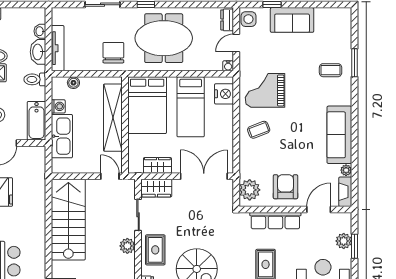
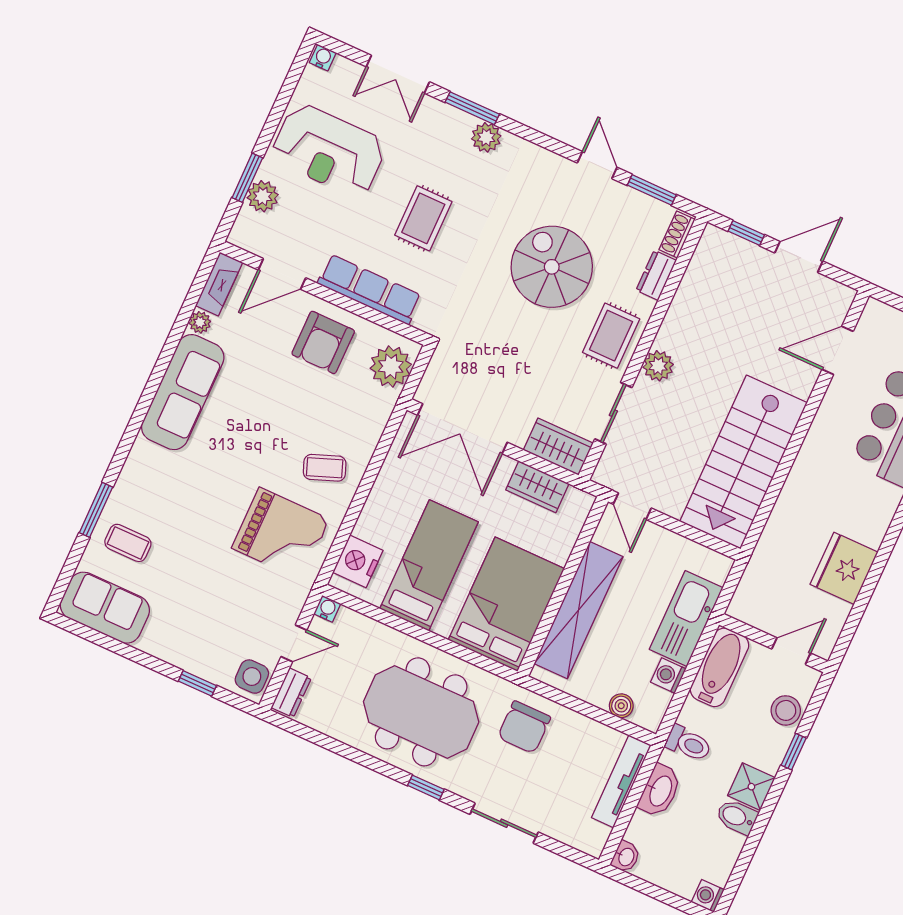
sofa: (292, 20) -> (105, 608), moved
washbasin: (40, 31) -> (626, 857), moved
coffee table: (331, 70) -> (128, 543), moved

